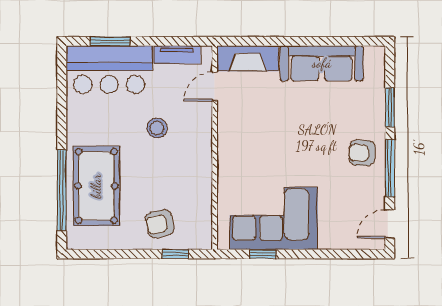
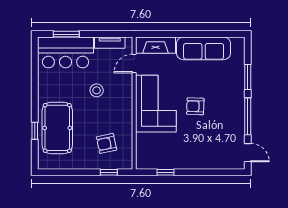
armchair: (362, 153) -> (195, 106), moved
window: (62, 190) -> (35, 131), width x0.32
corner sofa: (274, 218) -> (156, 104), moved, turned 90
armchair: (160, 224) -> (107, 143), moved
door: (390, 224) -> (248, 153), swing flipped

